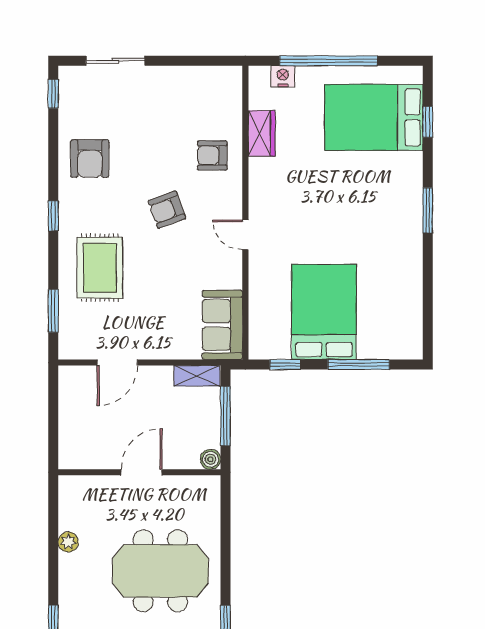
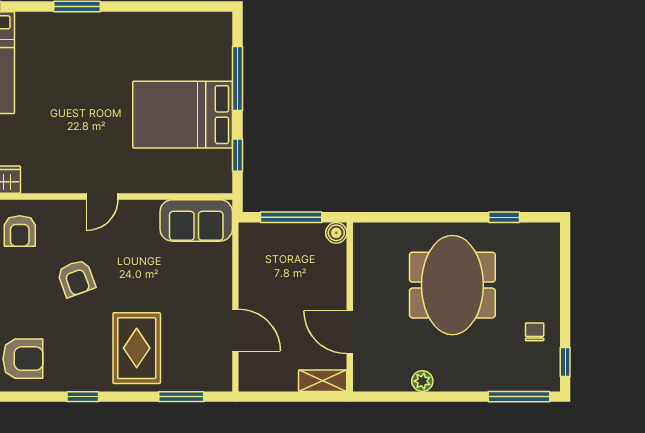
rug: (100, 268) -> (137, 348), turned 90
shelving: (197, 376) -> (323, 381), moved, turned 90
door: (142, 472) -> (350, 332), moved

